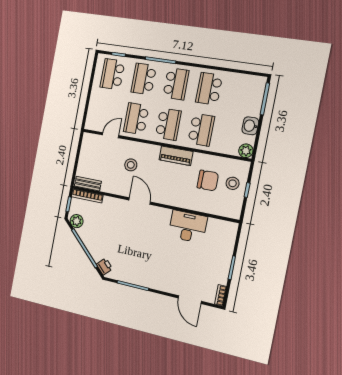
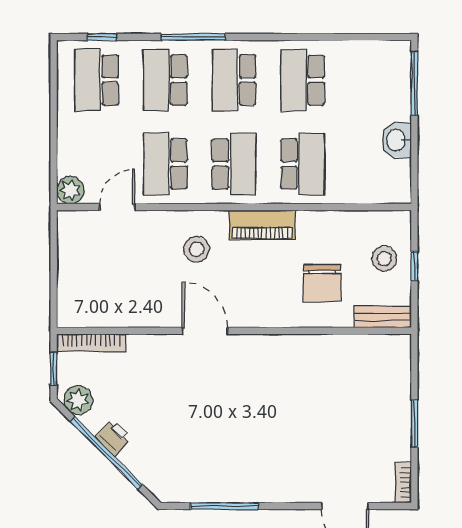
school desk: (176, 84) -> (234, 80), turned 180
plant: (246, 151) -> (70, 190), moved
stool: (131, 165) -> (197, 249), moved
chair: (208, 180) -> (322, 283), moved, turned 90
bench: (88, 184) -> (383, 317), moved
desk: (188, 227) -> (313, 362), removed
printer: (104, 267) -> (113, 437), moved

